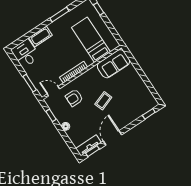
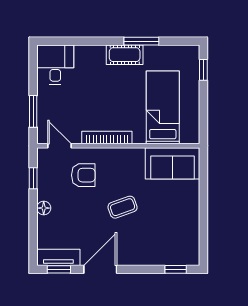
cot: (41, 37) -> (125, 55), moved
armchair: (74, 98) -> (83, 175), turned 180

